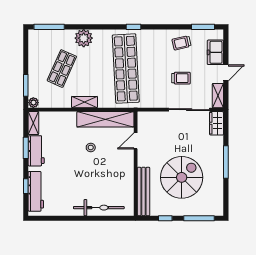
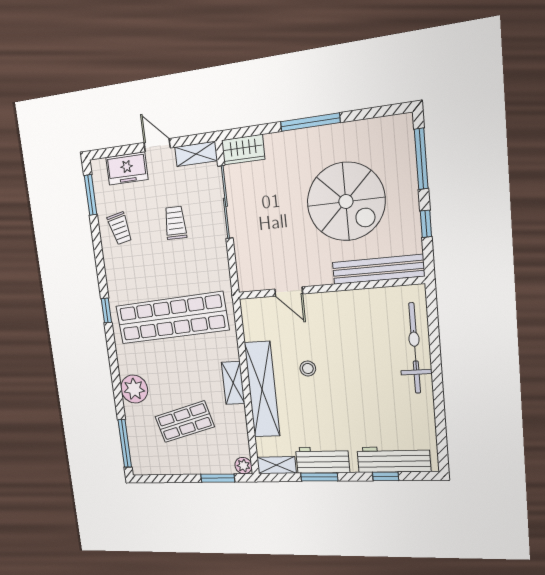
shop shelf: (62, 69) -> (185, 422), turned -39
shelving: (105, 119) -> (262, 389), moved
spiral stairs: (182, 177) -> (346, 202), turned 180

